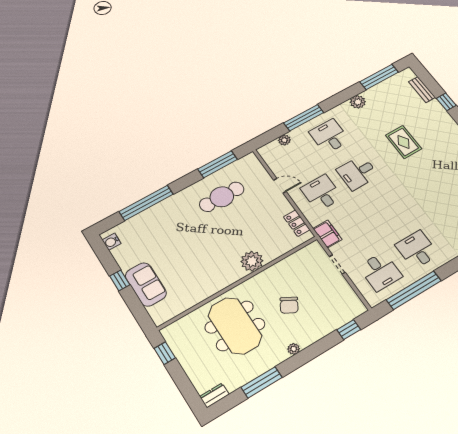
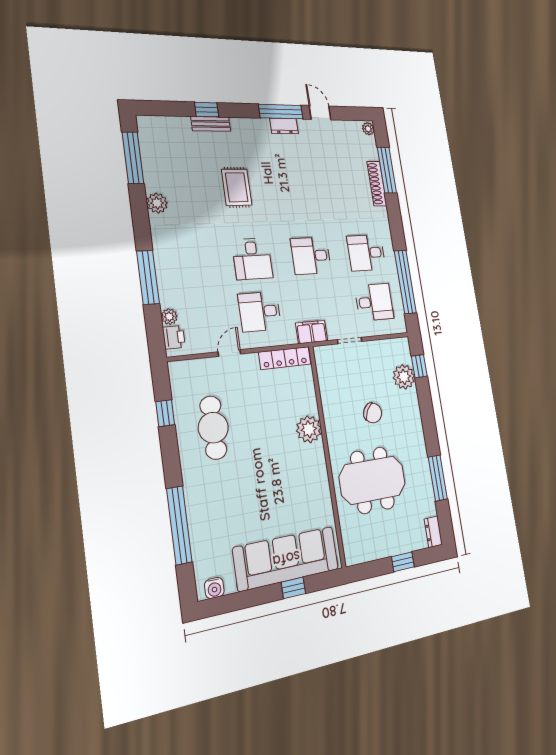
bench: (422, 90) -> (211, 124), moved
desk: (329, 136) -> (311, 256), moved
rug: (404, 142) -> (237, 187), turned 90
printer: (272, 148) -> (174, 337), added
window: (218, 164) -> (165, 413), width x0.46
locker: (297, 223) -> (285, 358), width x1.53
window: (120, 280) -> (293, 588), moved
sofa: (146, 284) -> (286, 559), width x1.85, depth x1.27
plant: (294, 349) -> (404, 377), moved, width x1.88, depth x1.88
window: (165, 353) -> (403, 562), moved

